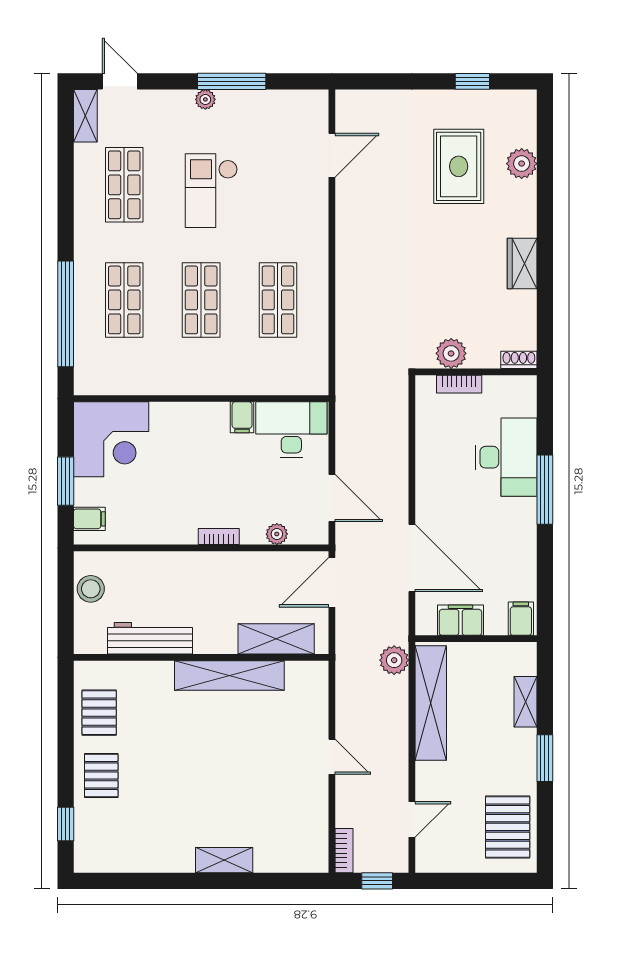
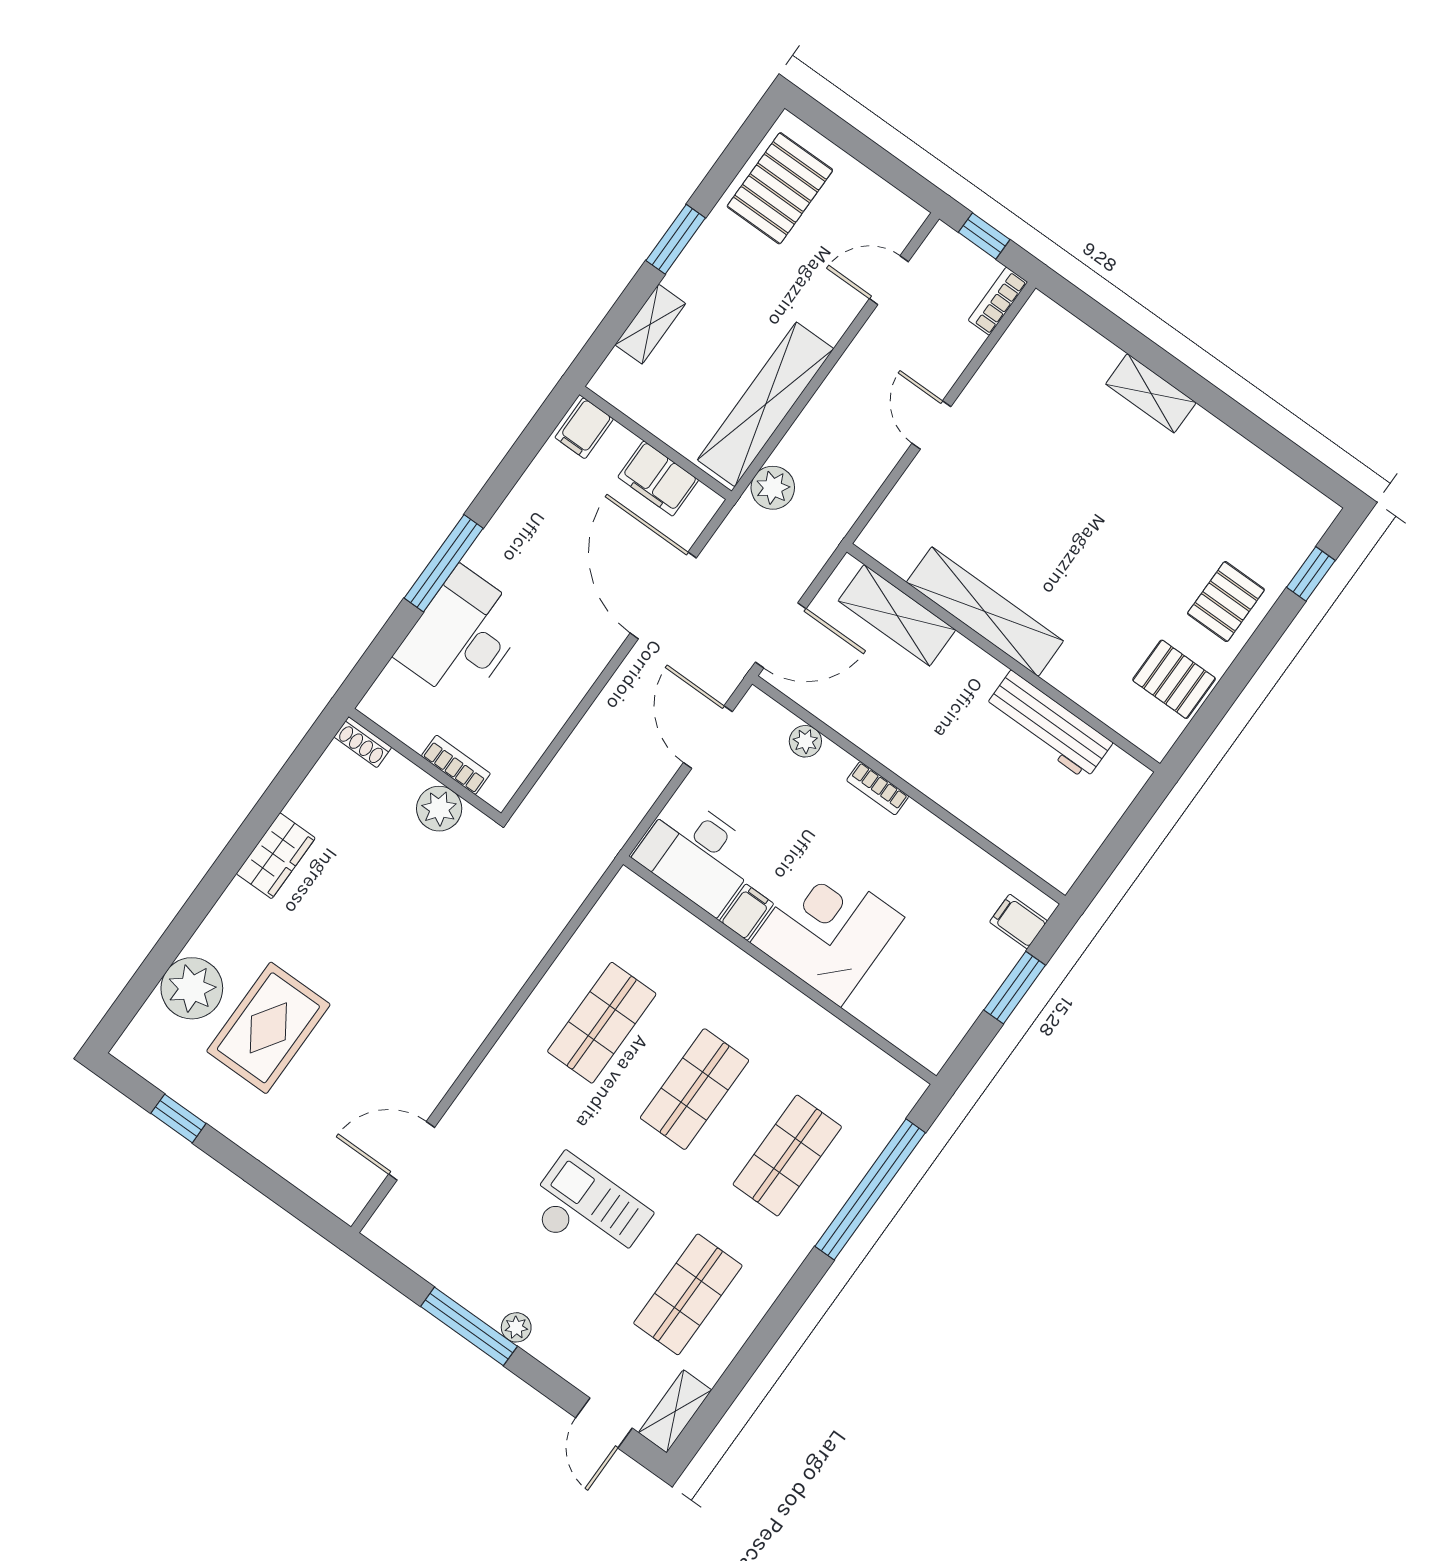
plant: (522, 164) -> (192, 988), width x1.36, depth x1.36
checkout: (211, 191) -> (588, 1212), turned -90
corner desk: (111, 439) -> (827, 930), moved
stool: (91, 589) -> (1077, 836), removed
pallet: (99, 713) -> (1174, 679), turned 90

